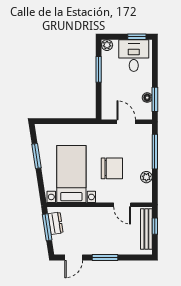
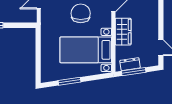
wardrobe: (92, 216) -> (123, 32), added
window: (105, 257) -> (161, 20), removed

